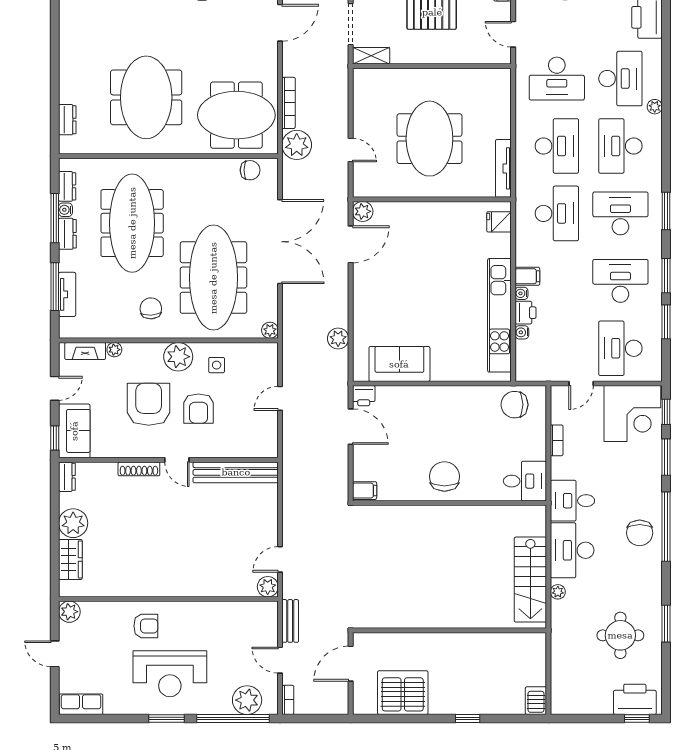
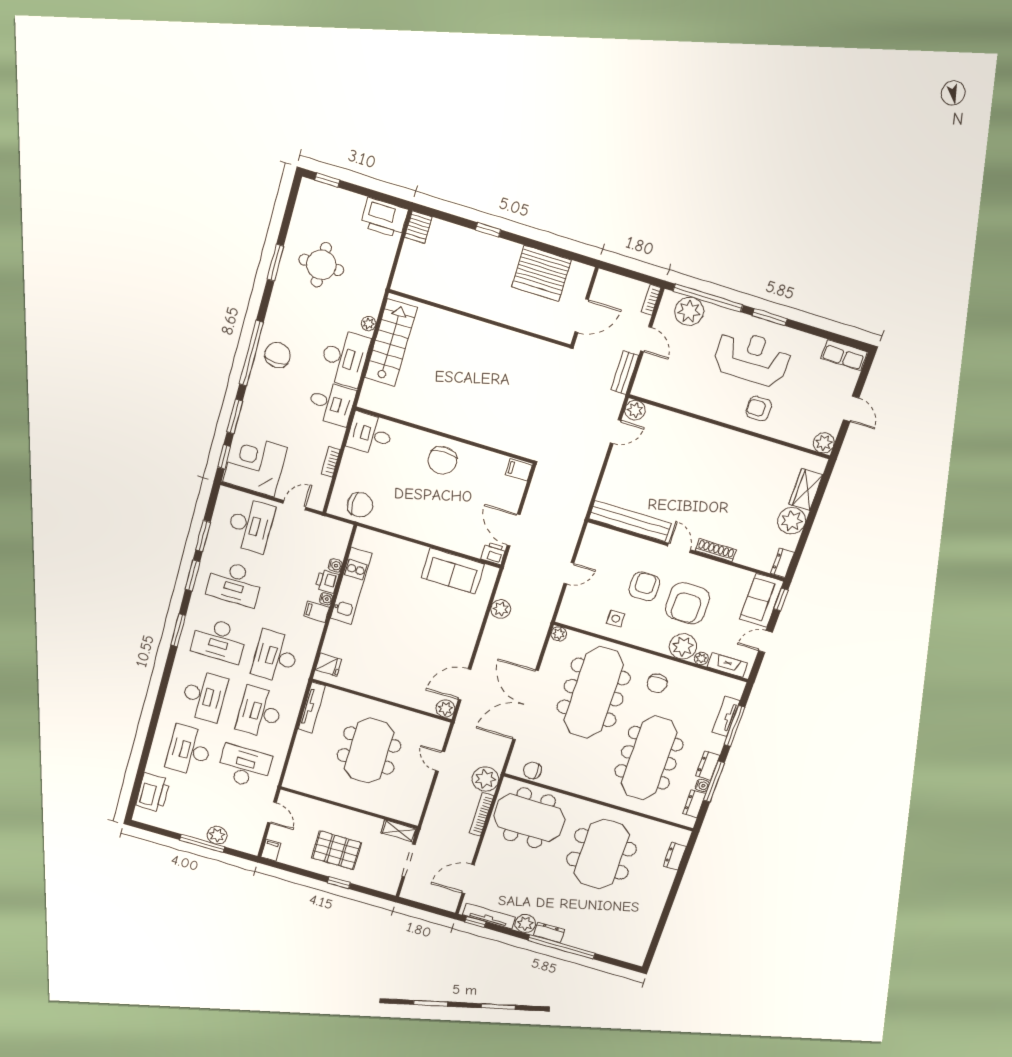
plant: (655, 107) -> (165, 719), removed
kitchen unit: (499, 315) -> (351, 586), width x0.73
plant: (178, 357) -> (683, 646), moved
printer: (635, 699) -> (384, 218), moved

